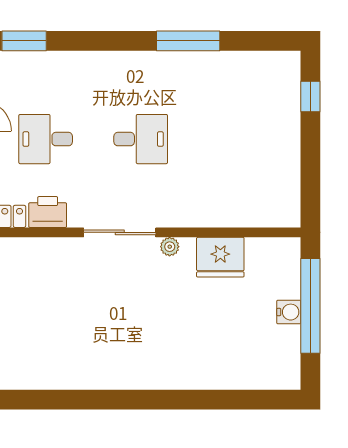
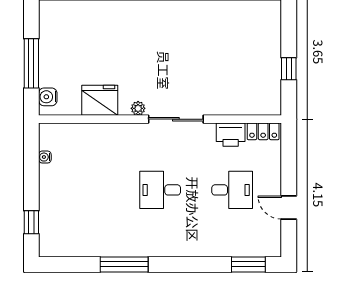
water cooler: (293, 182) -> (45, 157), added
window: (310, 306) -> (31, 63), width x0.68
water cooler: (289, 312) -> (48, 97), moved

